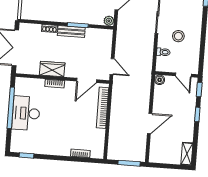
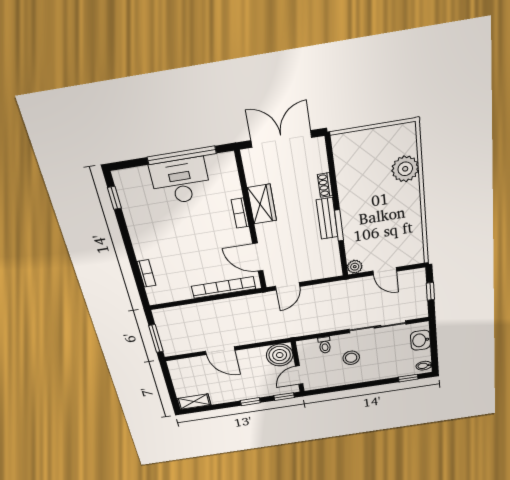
boiler: (160, 80) -> (280, 355), width x1.86, depth x1.86

